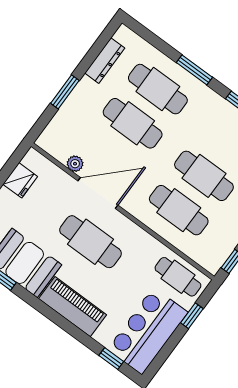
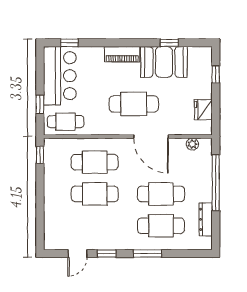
window: (65, 92) -> (216, 183), width x2.11
plant: (75, 164) -> (192, 144), moved
door: (98, 193) -> (151, 137), hinge flipped
piano: (73, 307) -> (122, 54), width x0.73, depth x0.75

